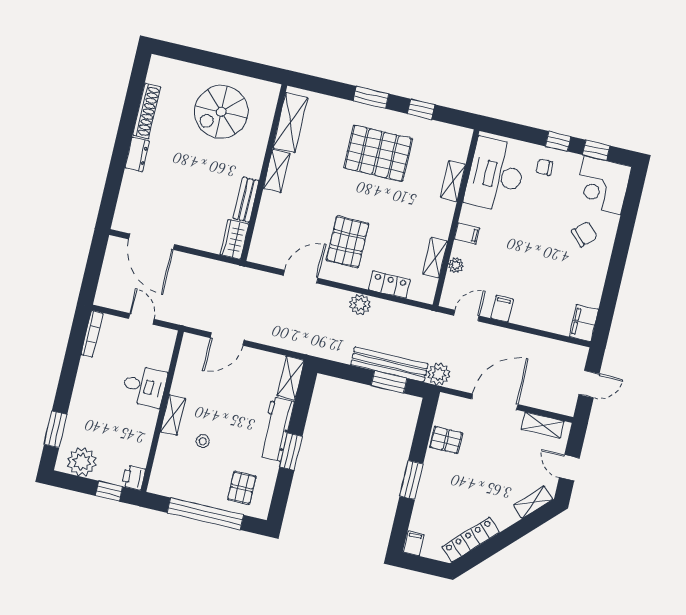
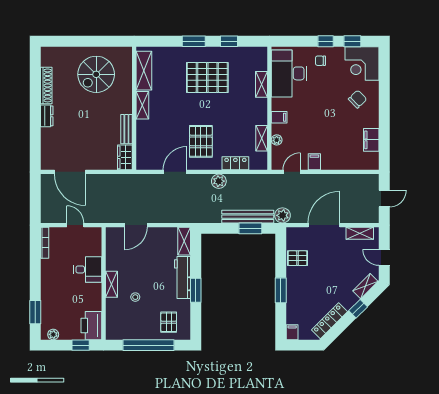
filing cabinet: (584, 323) -> (371, 140), moved
plant: (82, 462) -> (53, 334), width x0.53, depth x0.53
printer: (133, 478) -> (91, 326), width x1.87, depth x1.48
window: (515, 532) -> (358, 309), added

